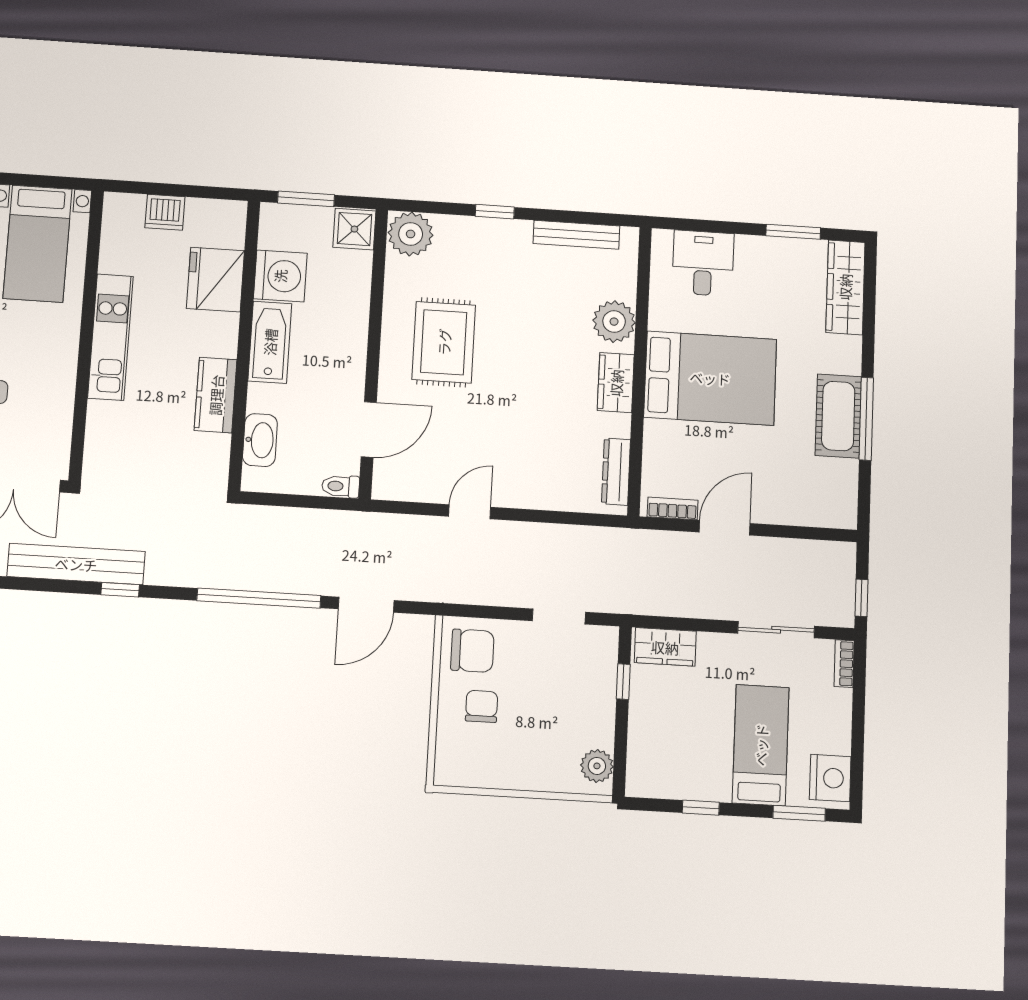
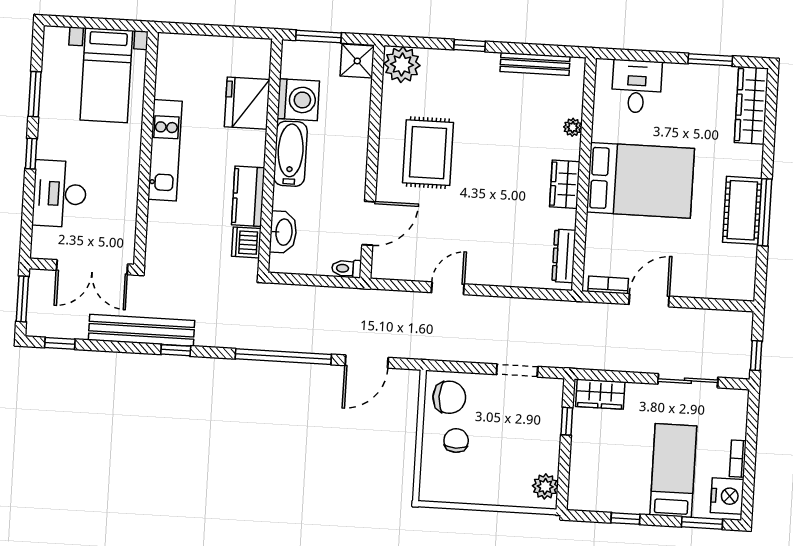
dishwasher: (165, 212) -> (246, 242), moved, turned 90
plant: (614, 322) -> (573, 127), width x0.53, depth x0.53
bookcase: (844, 664) -> (738, 459), moved

